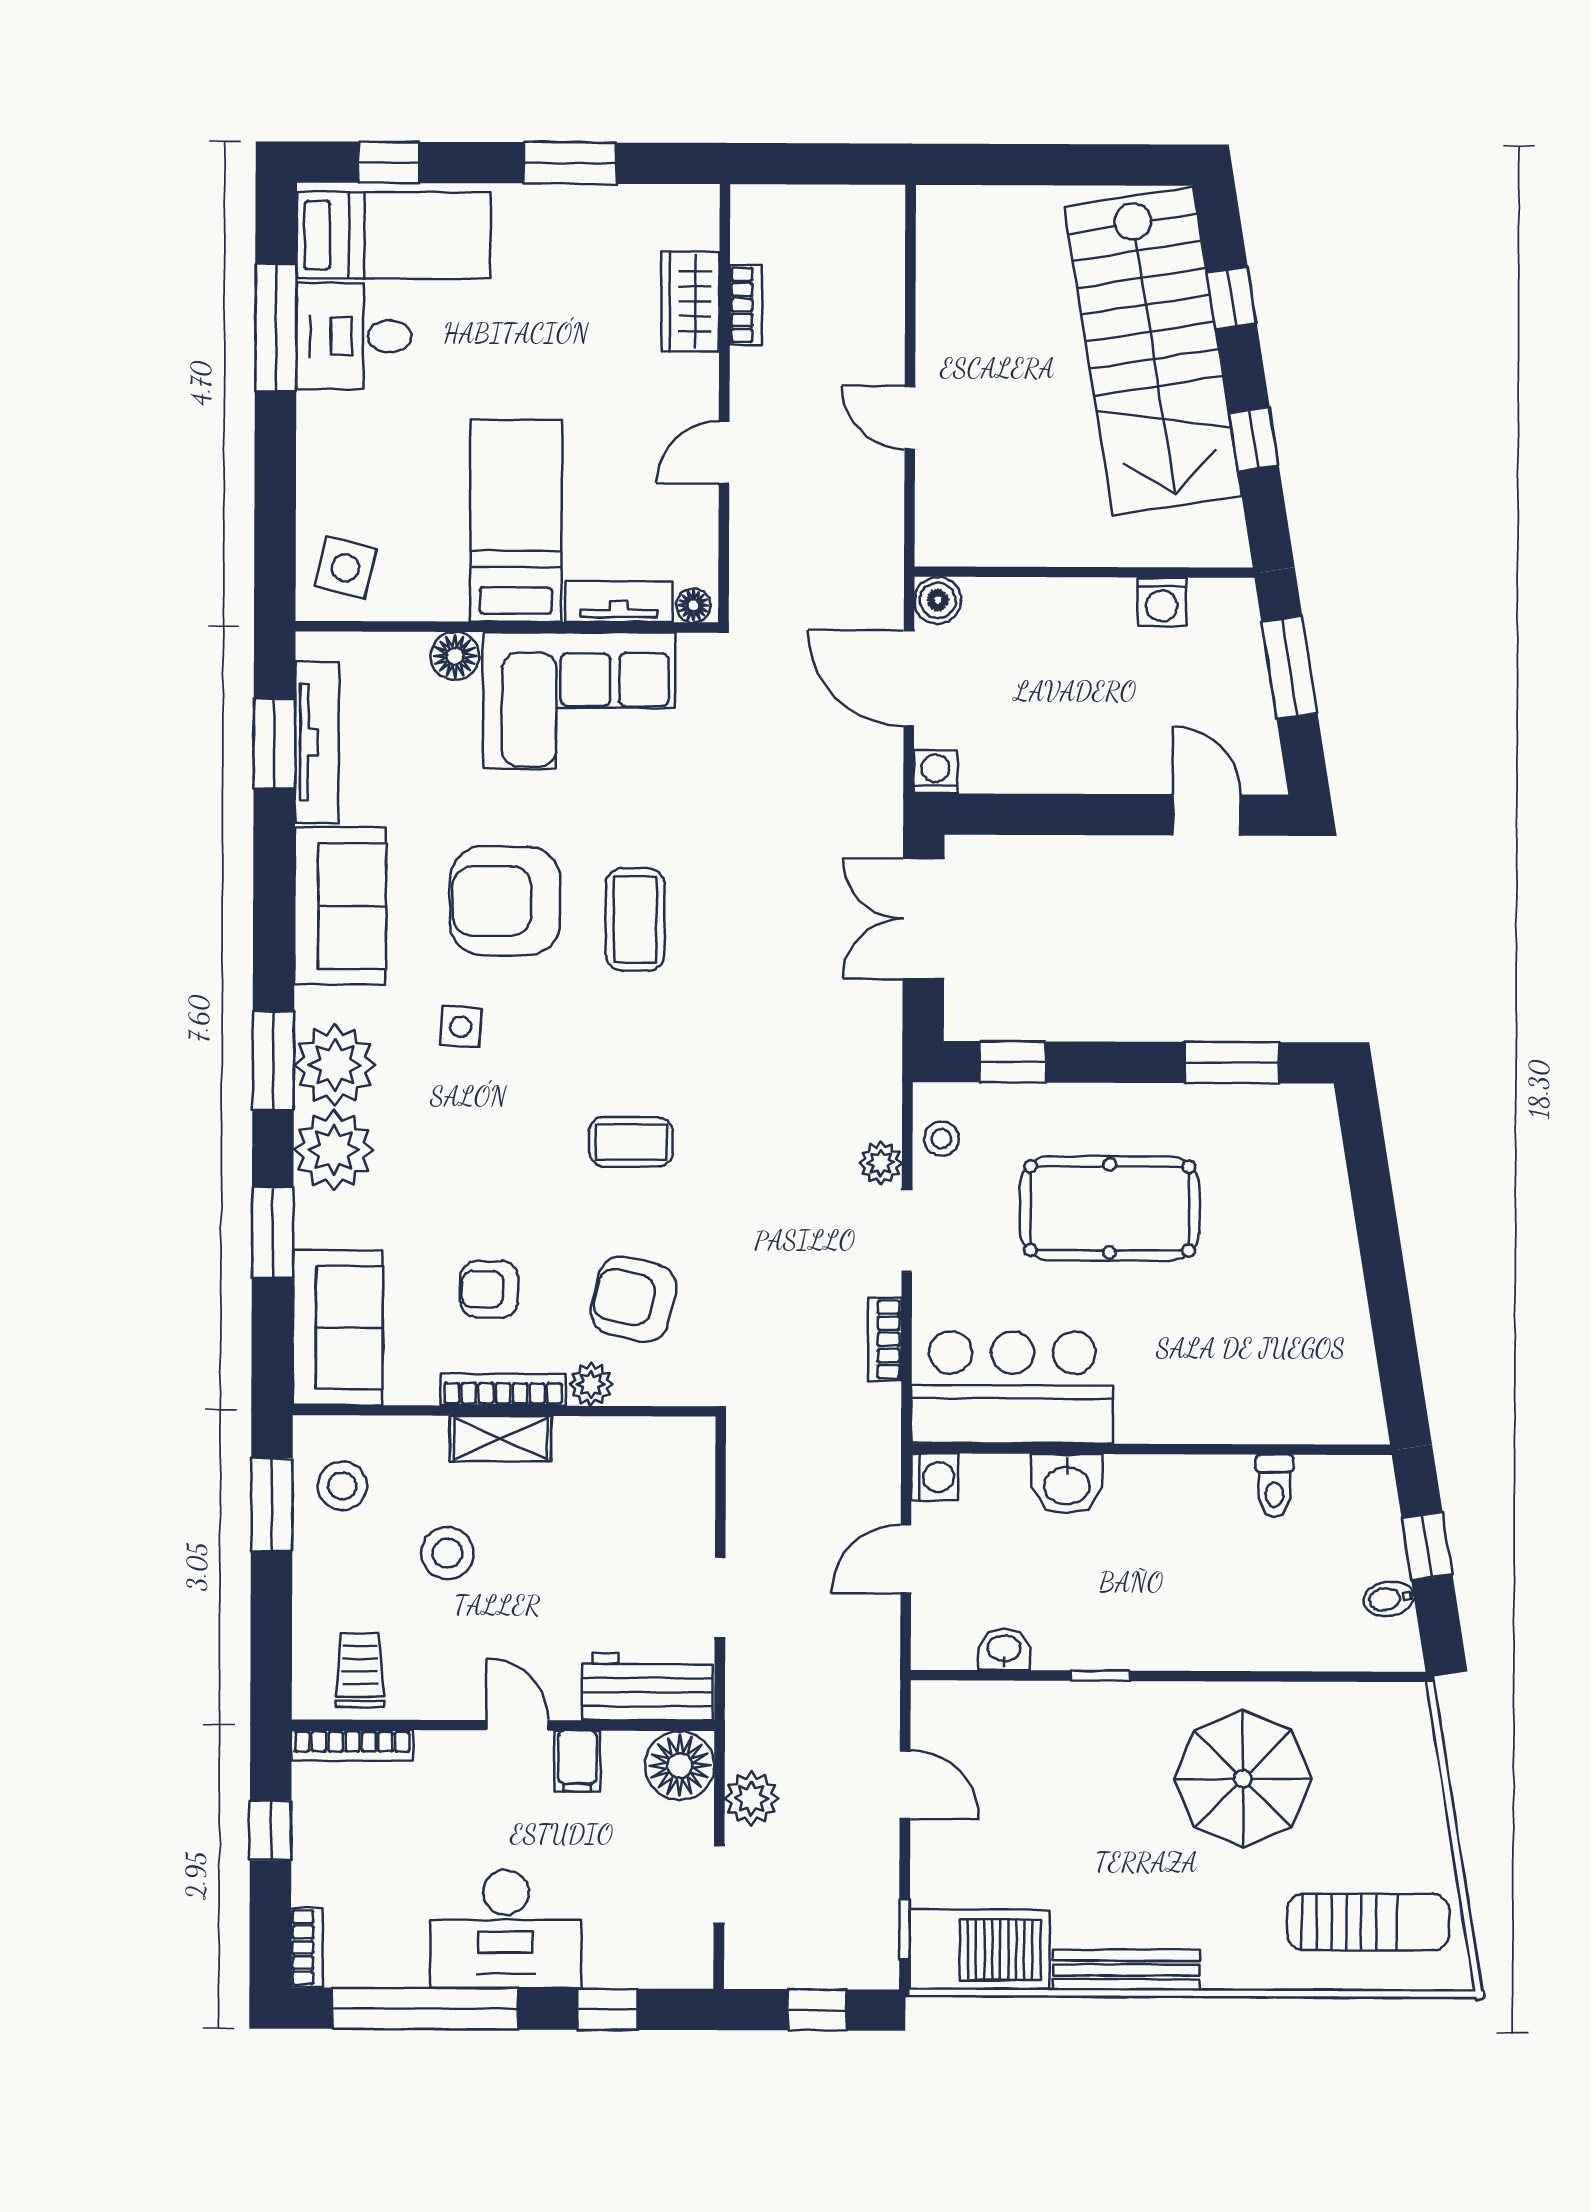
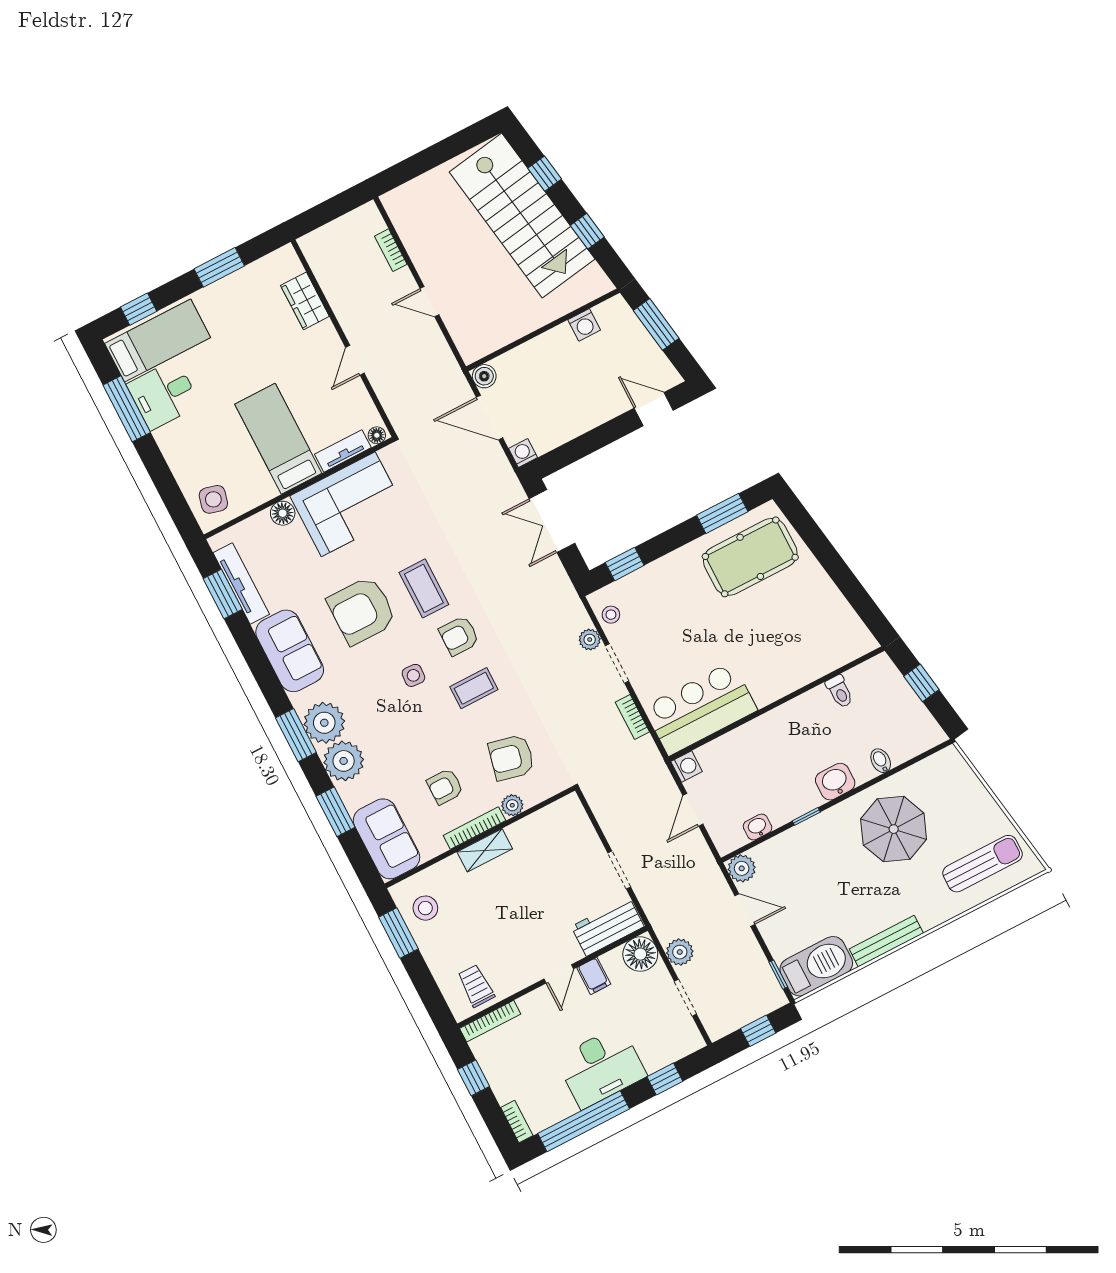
bookcase: (746, 305) -> (391, 250), moved, turned 180
side table: (461, 1027) -> (413, 675), moved
armchair: (653, 1036) -> (459, 636), added
pool table: (1110, 1208) -> (750, 557), moved
washbasin: (1067, 1484) -> (835, 782), moved, turned 180
stool: (447, 1553) -> (488, 914), removed
bidet: (1389, 1599) -> (881, 761), moved, turned 99
plant: (938, 1708) -> (742, 868), added
door: (517, 1725) -> (559, 974), swing flipped

